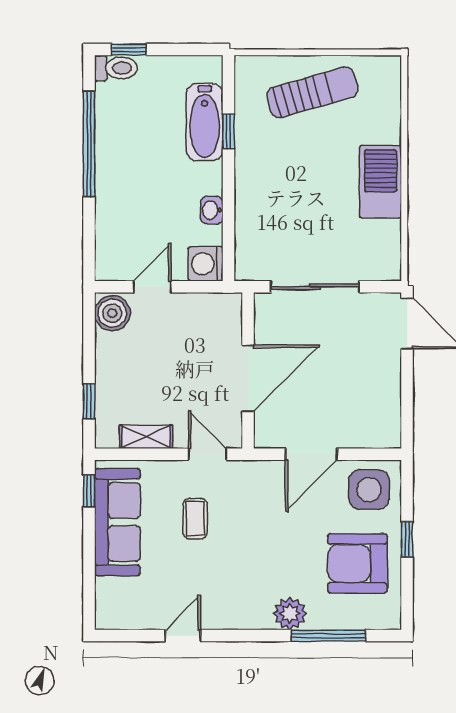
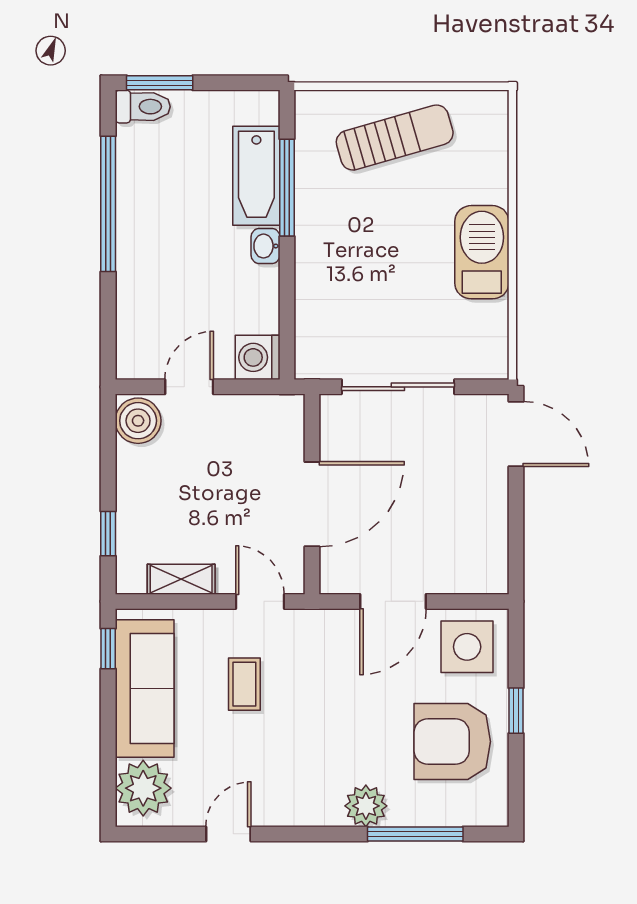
window: (129, 50) -> (160, 83), width x1.50
window: (228, 131) -> (287, 188), width x2.17
washbasin: (212, 210) -> (265, 246), moved
plant: (116, 600) -> (143, 788), added

